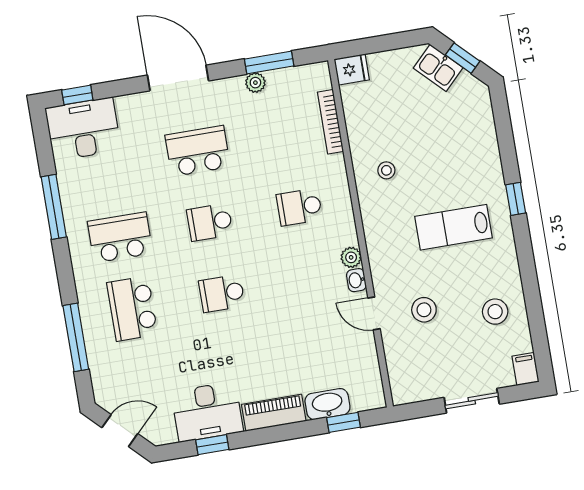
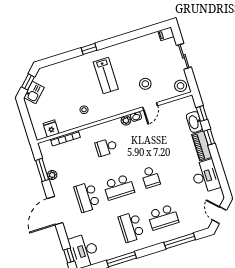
fridge: (352, 69) -> (51, 128), moved
school desk: (299, 207) -> (106, 147), turned 90
school desk: (210, 222) -> (119, 187), width x1.85
stool: (495, 312) -> (181, 86), moved
window: (212, 445) -> (209, 137), moved

